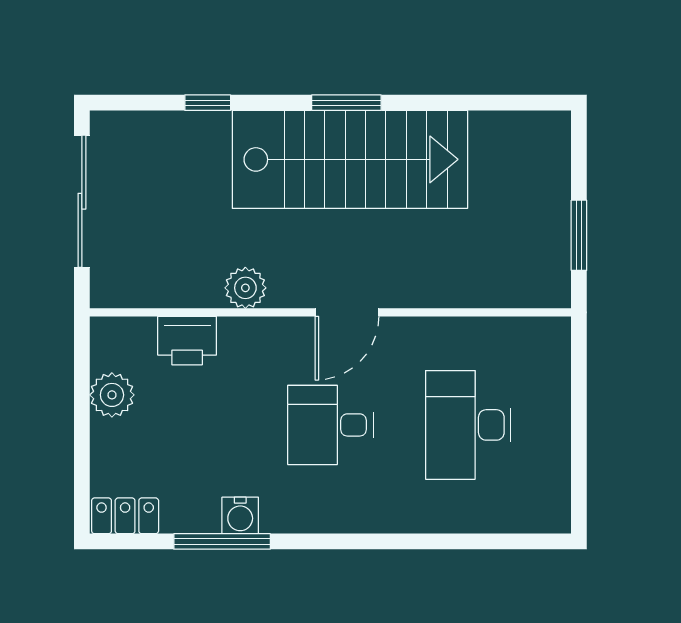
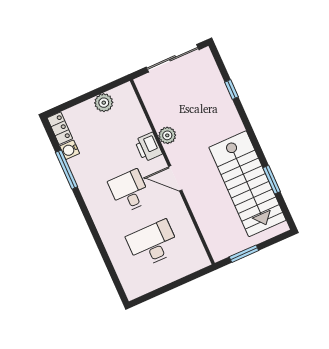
window: (346, 103) -> (272, 180), moved
stairs: (350, 159) -> (247, 184), moved
printer: (187, 341) -> (148, 147), moved
water cooler: (240, 515) -> (70, 150), moved

